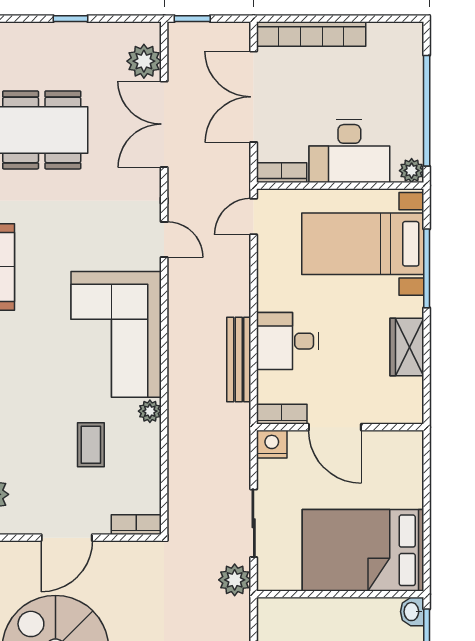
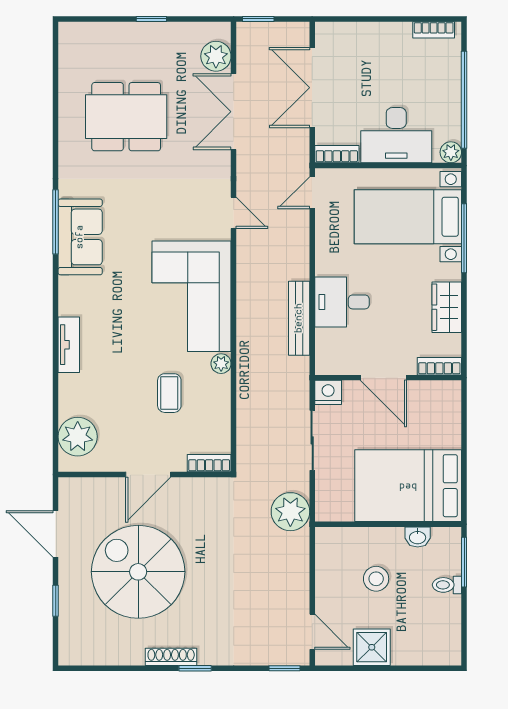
bookcase: (311, 34) -> (434, 30), moved, width x0.43, depth x0.76
bookcase: (282, 414) -> (439, 366), moved
sliding door: (254, 523) -> (312, 440), moved
plant: (235, 580) -> (290, 512), width x1.36, depth x1.36
washbasin: (412, 612) -> (418, 537), moved, turned -90

